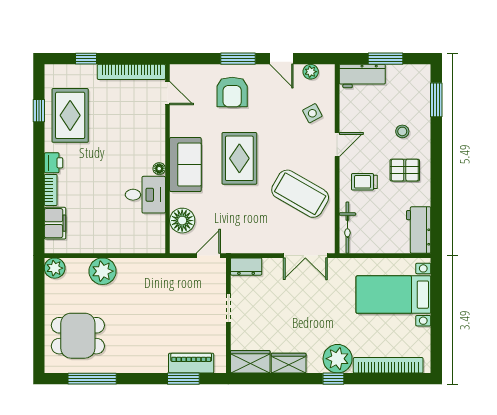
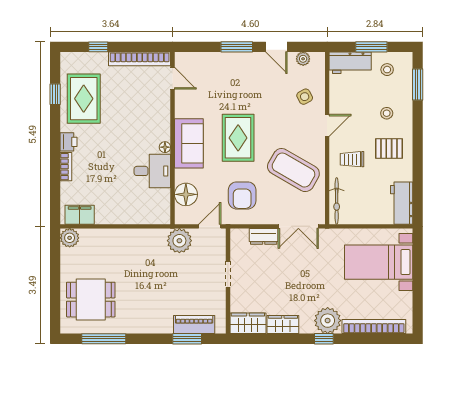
stool: (403, 84) -> (387, 70), added
armchair: (232, 92) -> (242, 195), moved
filing cabinet: (55, 223) -> (80, 215), moved, turned -90
dresser: (246, 267) -> (264, 236), moved
plant: (102, 271) -> (179, 241), moved

